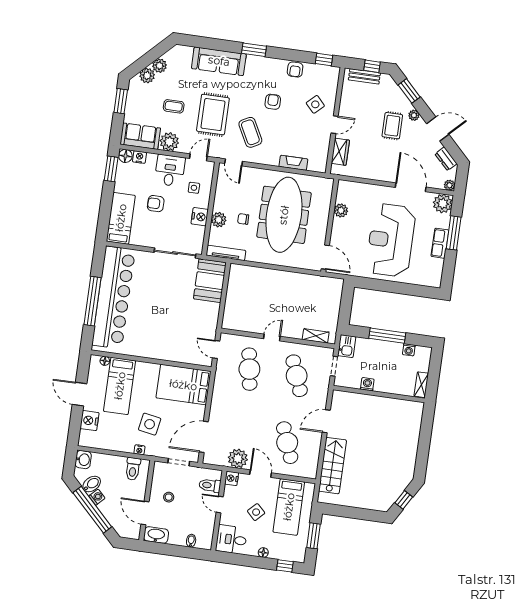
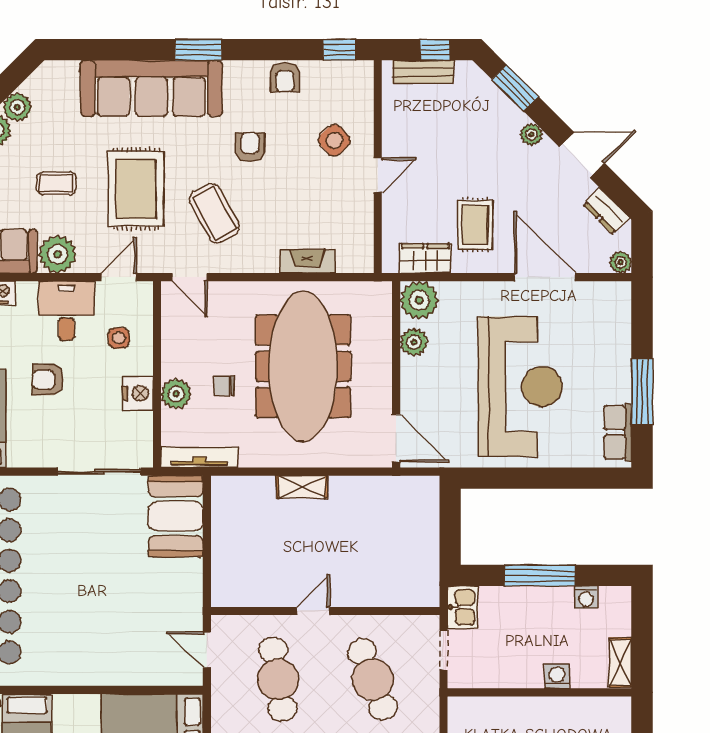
sofa: (219, 61) -> (151, 88), width x1.36, depth x1.27
rug: (392, 126) -> (475, 225), moved
wardrobe: (340, 152) -> (425, 258), moved, turned -90
plant: (443, 204) -> (419, 300), moved
window: (454, 233) -> (642, 392), moved
reception desk: (391, 240) -> (520, 387), turned 180
row of seats: (440, 243) -> (618, 432), moved
shelving: (316, 336) -> (302, 487), moved
washing machine: (367, 384) -> (557, 676), moved

